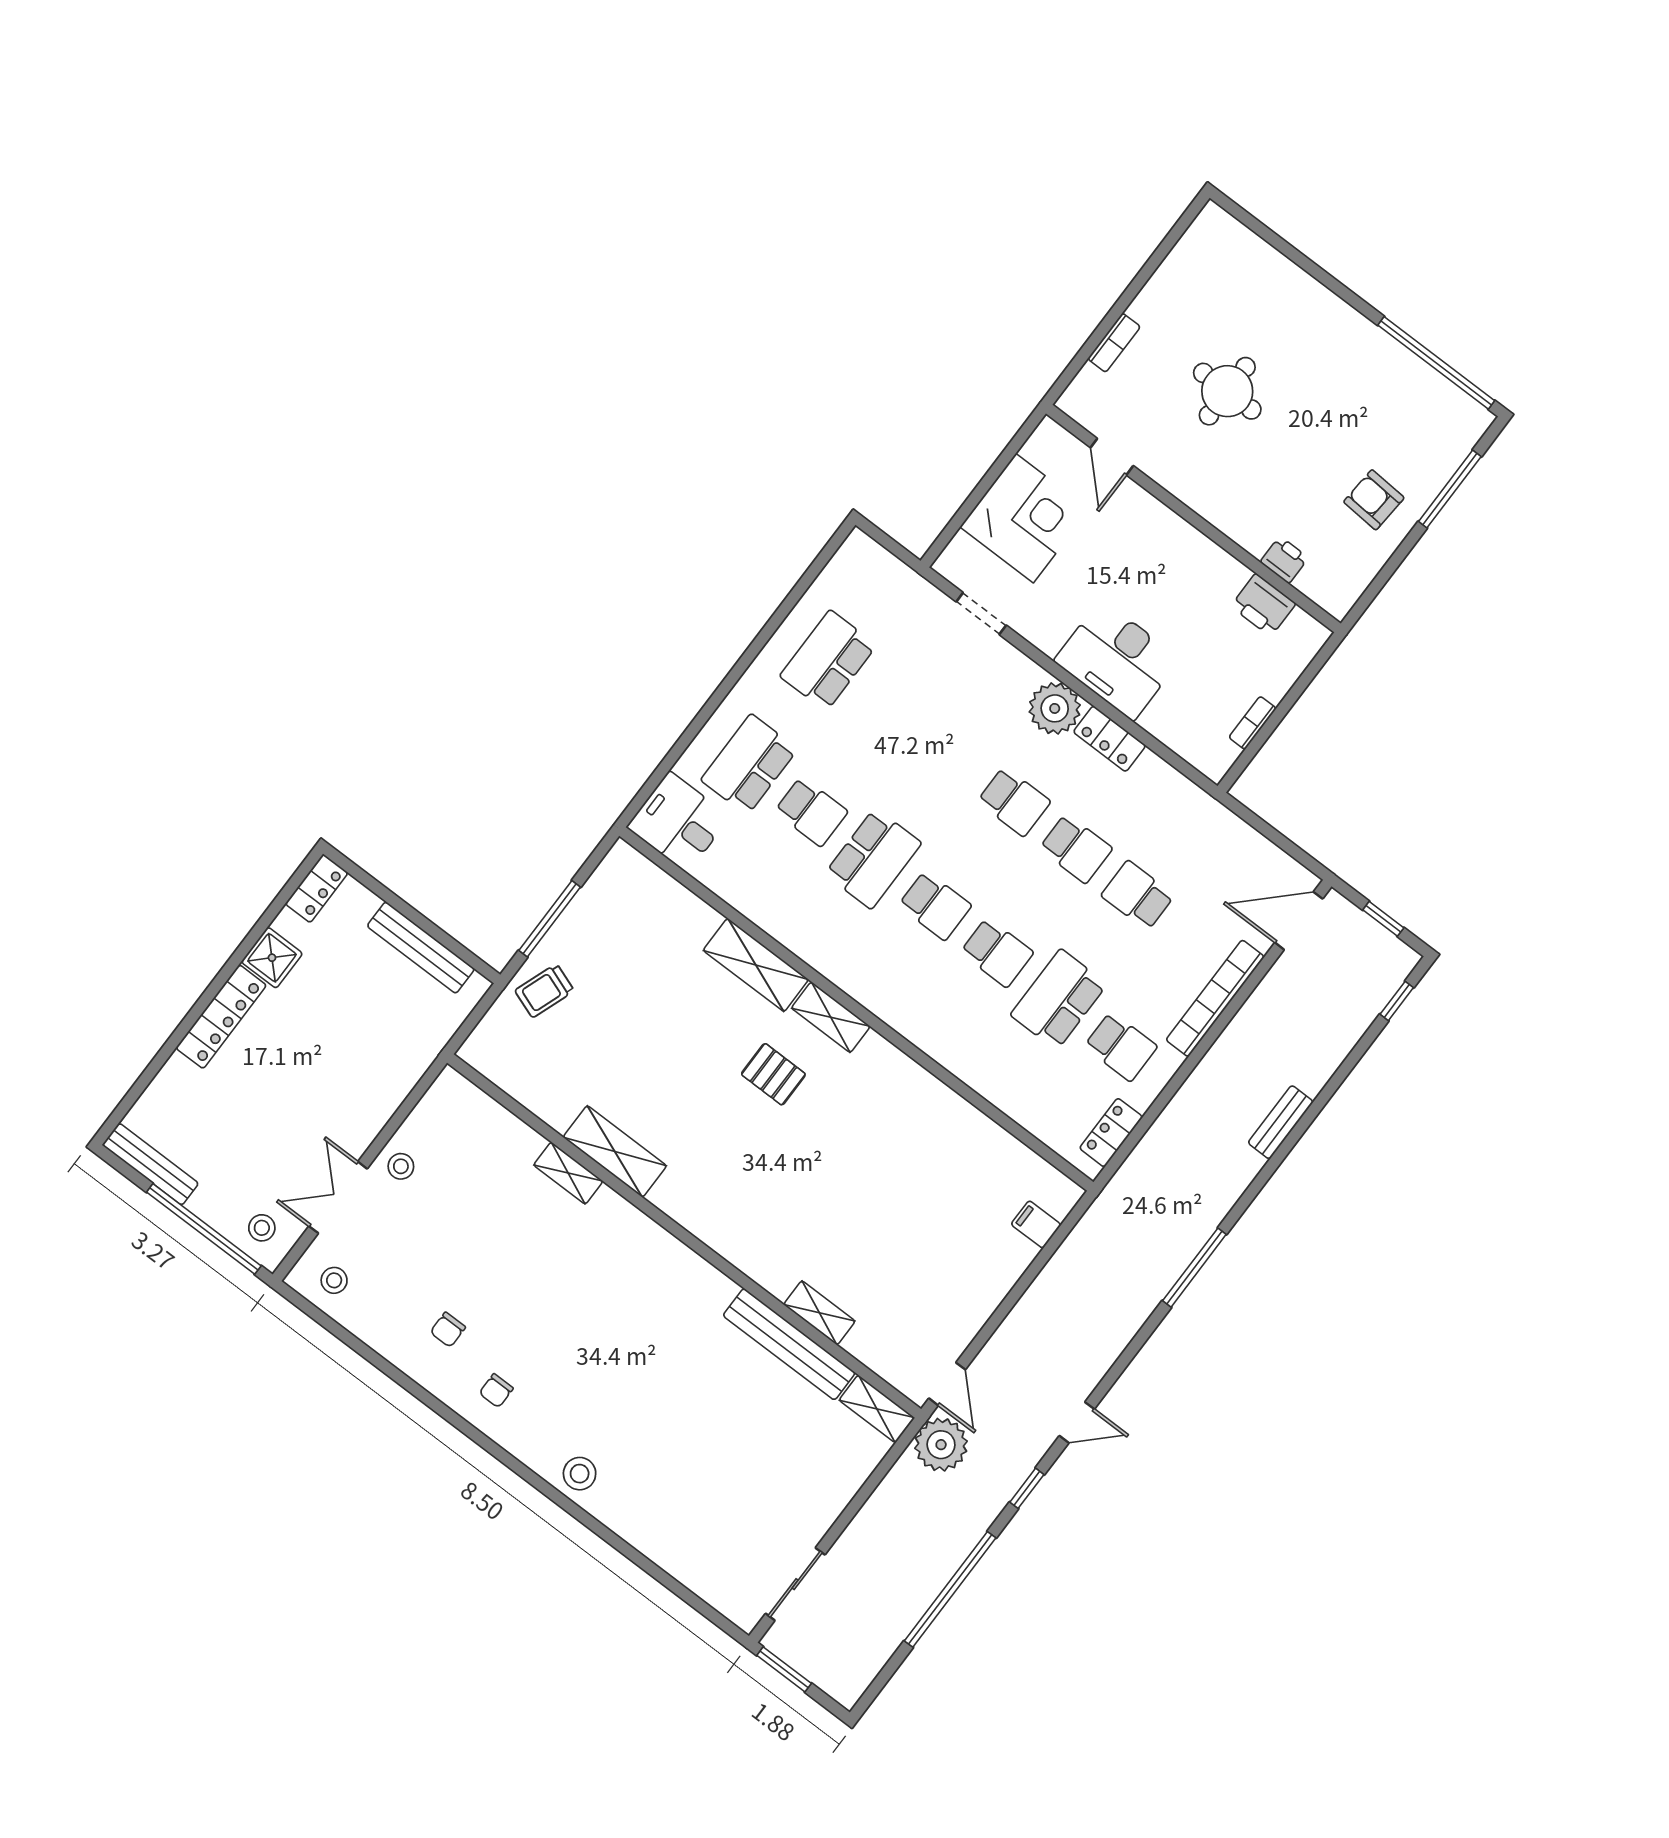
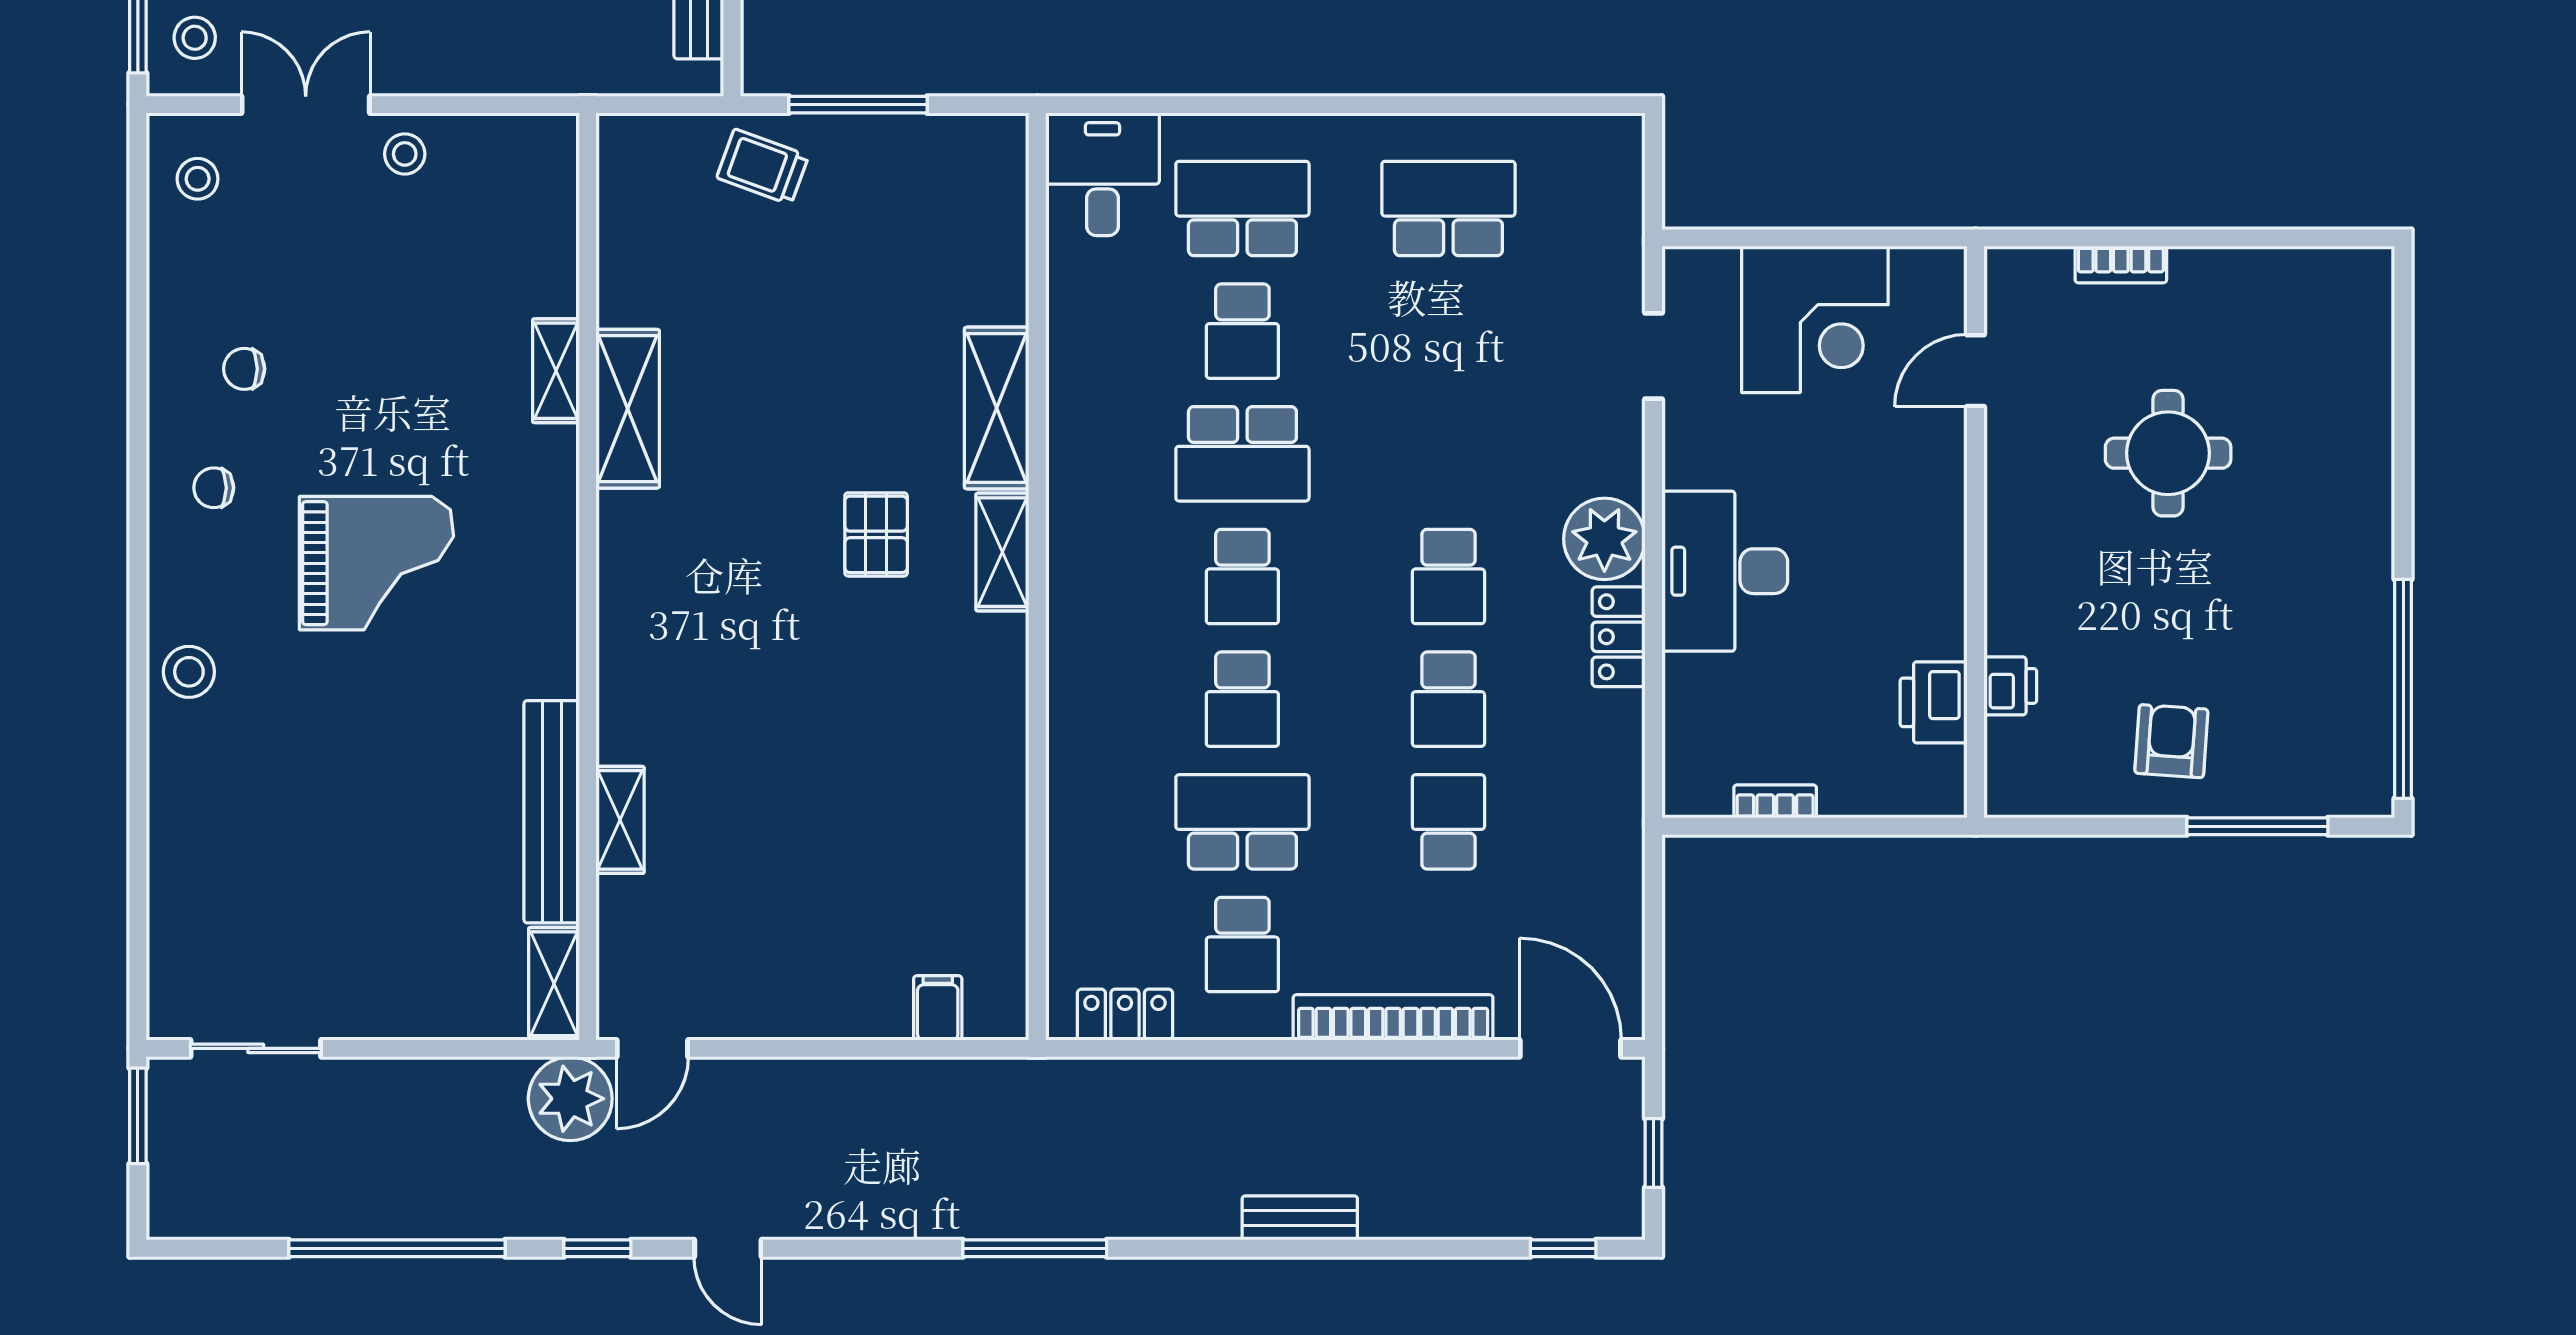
grand piano: (597, 1337) -> (376, 563), added

